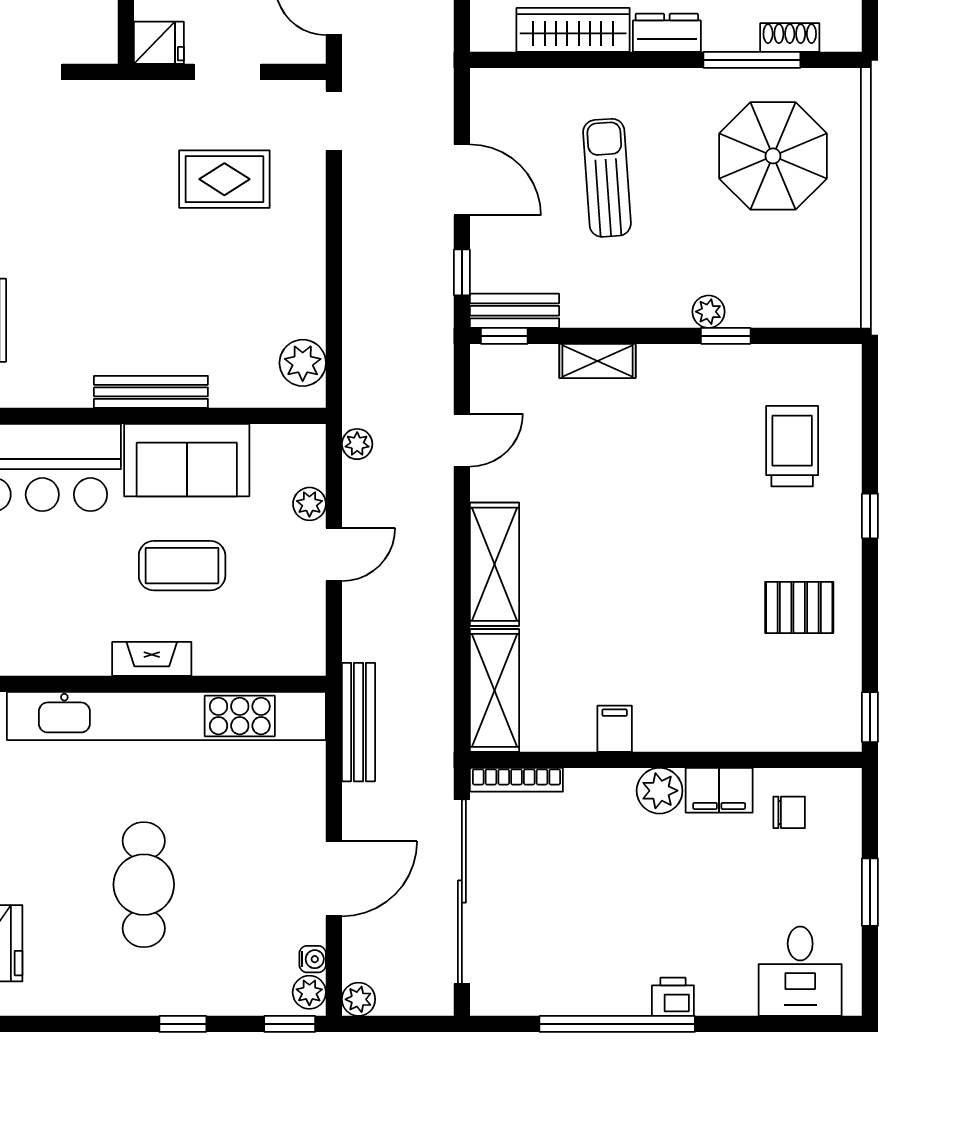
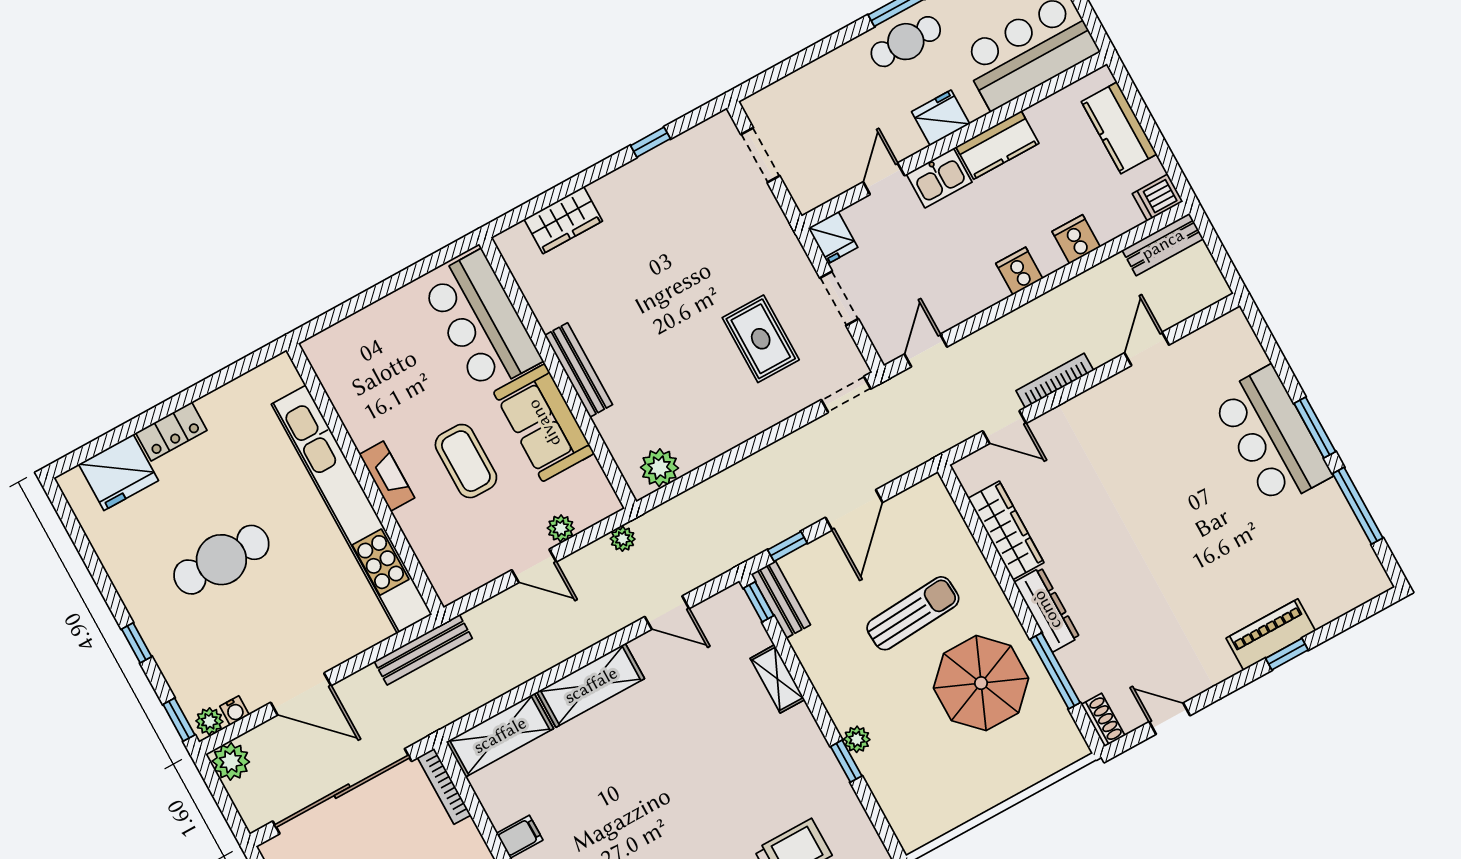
dresser: (667, 33) -> (1047, 610), width x1.44
shoe rack: (790, 37) -> (1103, 720), moved
parasol: (773, 156) -> (981, 683), moved
plant: (359, 999) -> (231, 761), width x1.38, depth x1.38

